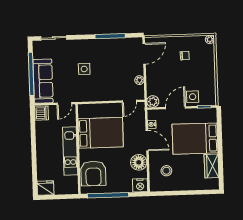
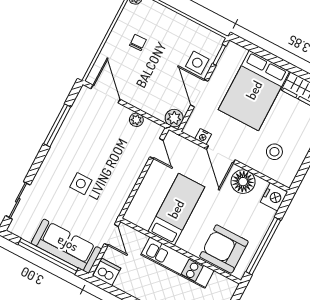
bed: (101, 133) -> (176, 209), width x0.67
door: (147, 141) -> (221, 155), swing flipped
armchair: (93, 173) -> (224, 249), turned 180

